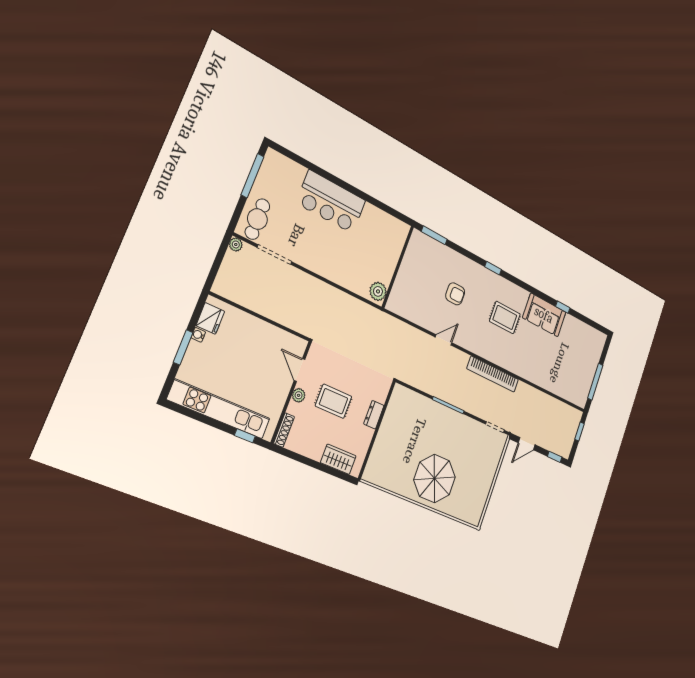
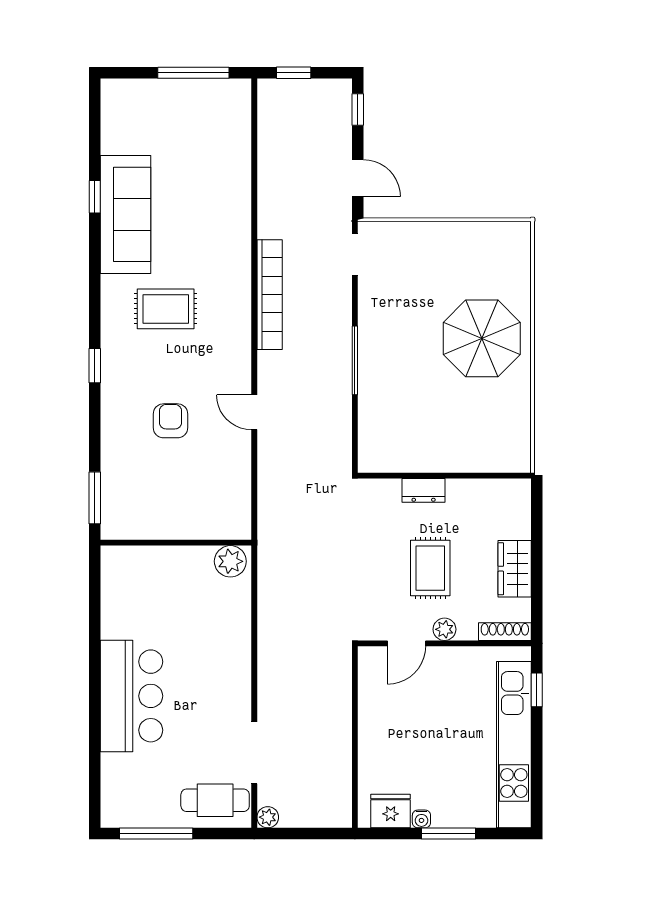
sofa: (544, 315) -> (126, 214), width x1.36
rug: (505, 317) -> (166, 309), turned 90
wardrobe: (338, 459) -> (515, 569), moved

